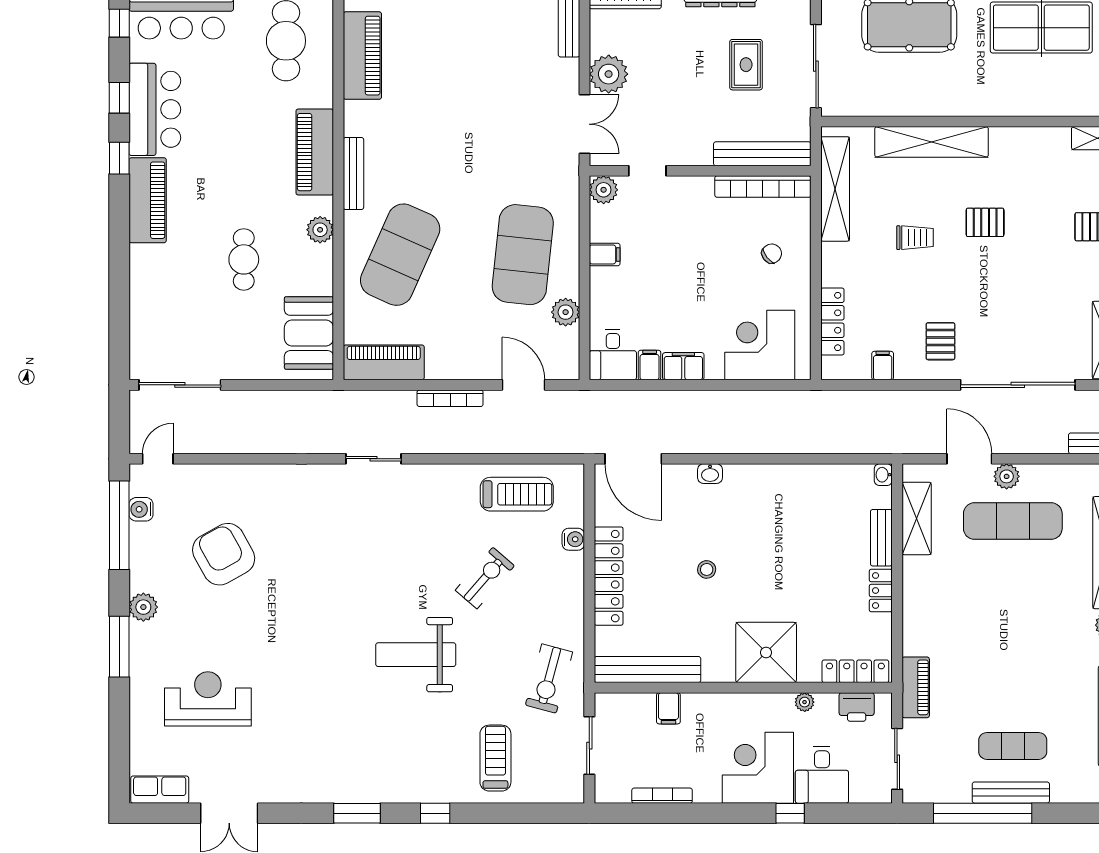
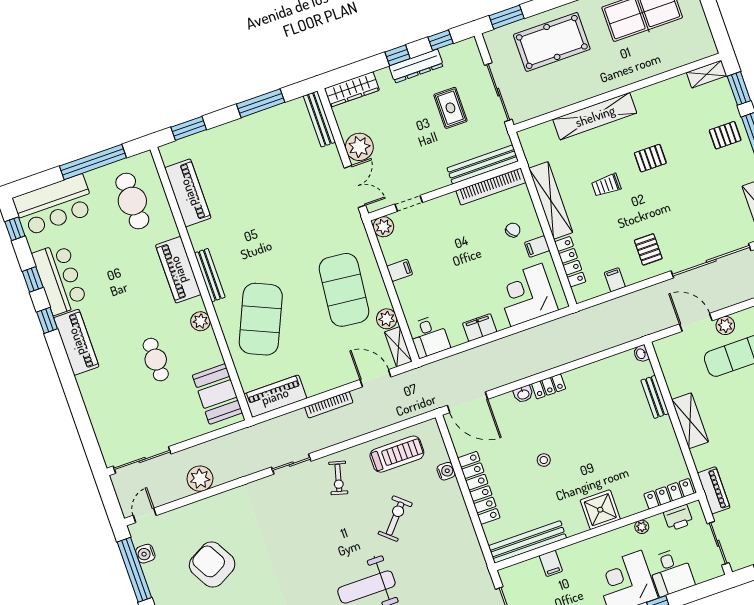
shelving: (835, 189) -> (551, 200), moved
trolley: (915, 238) -> (606, 185), turned 180
shelving: (568, 354) -> (398, 347), added
filing cabinet: (650, 365) -> (537, 246), moved, turned -90
plant: (247, 436) -> (200, 479), added
shelving: (917, 518) -> (690, 421), moved
locker: (881, 591) -> (549, 386), moved, turned -90
shower: (766, 652) -> (600, 510), width x0.73, depth x0.73
exercise bike: (549, 679) -> (338, 478), moved, width x0.73, depth x0.72

